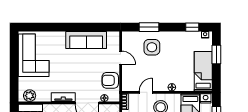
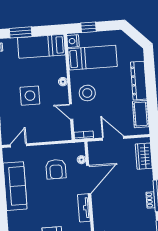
side table: (152, 47) -> (30, 96), moved
door: (121, 58) -> (19, 145), moved
armchair: (110, 80) -> (56, 169), moved

